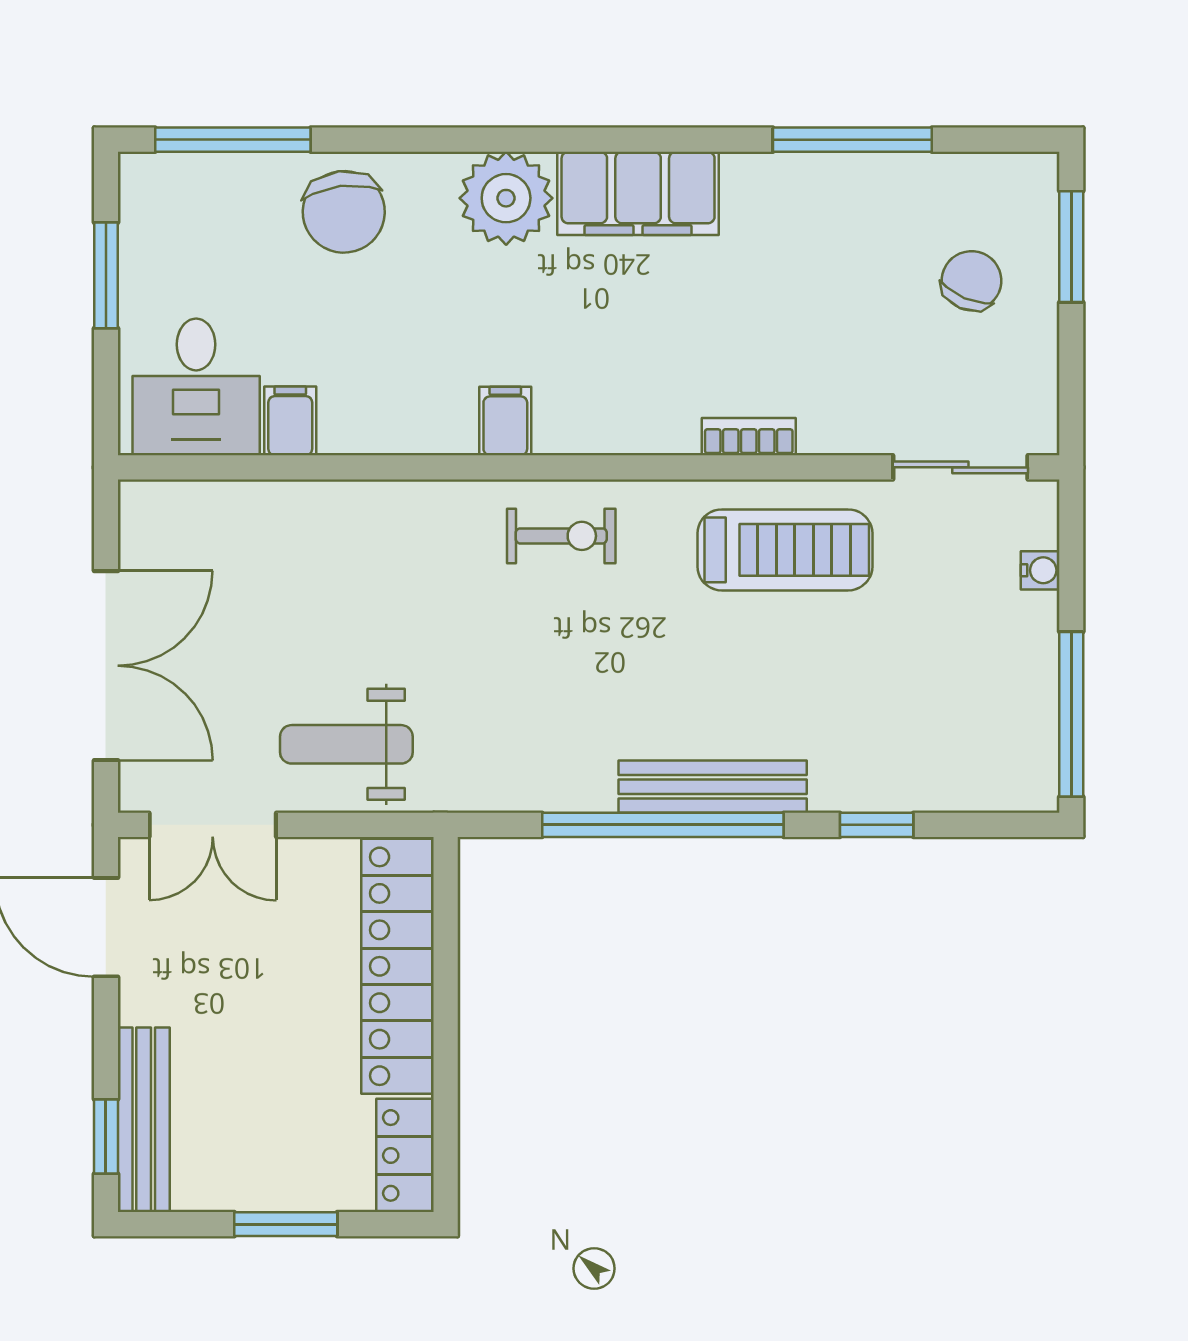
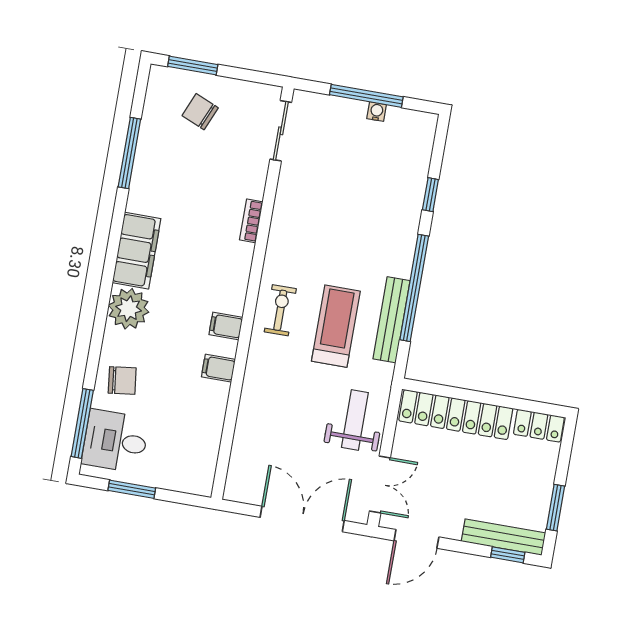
chair: (344, 212) -> (122, 381), width x0.73, depth x0.73
desk: (196, 387) -> (115, 441), moved, turned 180
filing cabinet: (290, 421) -> (218, 368), moved
treadmill: (785, 550) -> (336, 326), moved
water cooler: (1040, 570) -> (377, 112), moved
window: (1071, 714) -> (366, 96), moved
weight bench: (346, 744) -> (355, 420), turned 180
bench: (713, 787) -> (391, 320), moved
window: (286, 1224) -> (556, 508), moved

